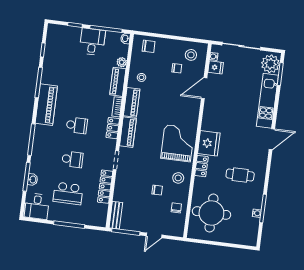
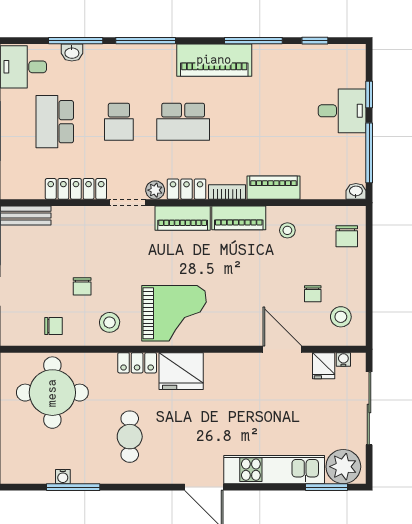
desk: (92, 42) -> (342, 111), moved
plant: (122, 62) -> (155, 190), moved
school desk: (77, 125) -> (183, 122), width x1.85

